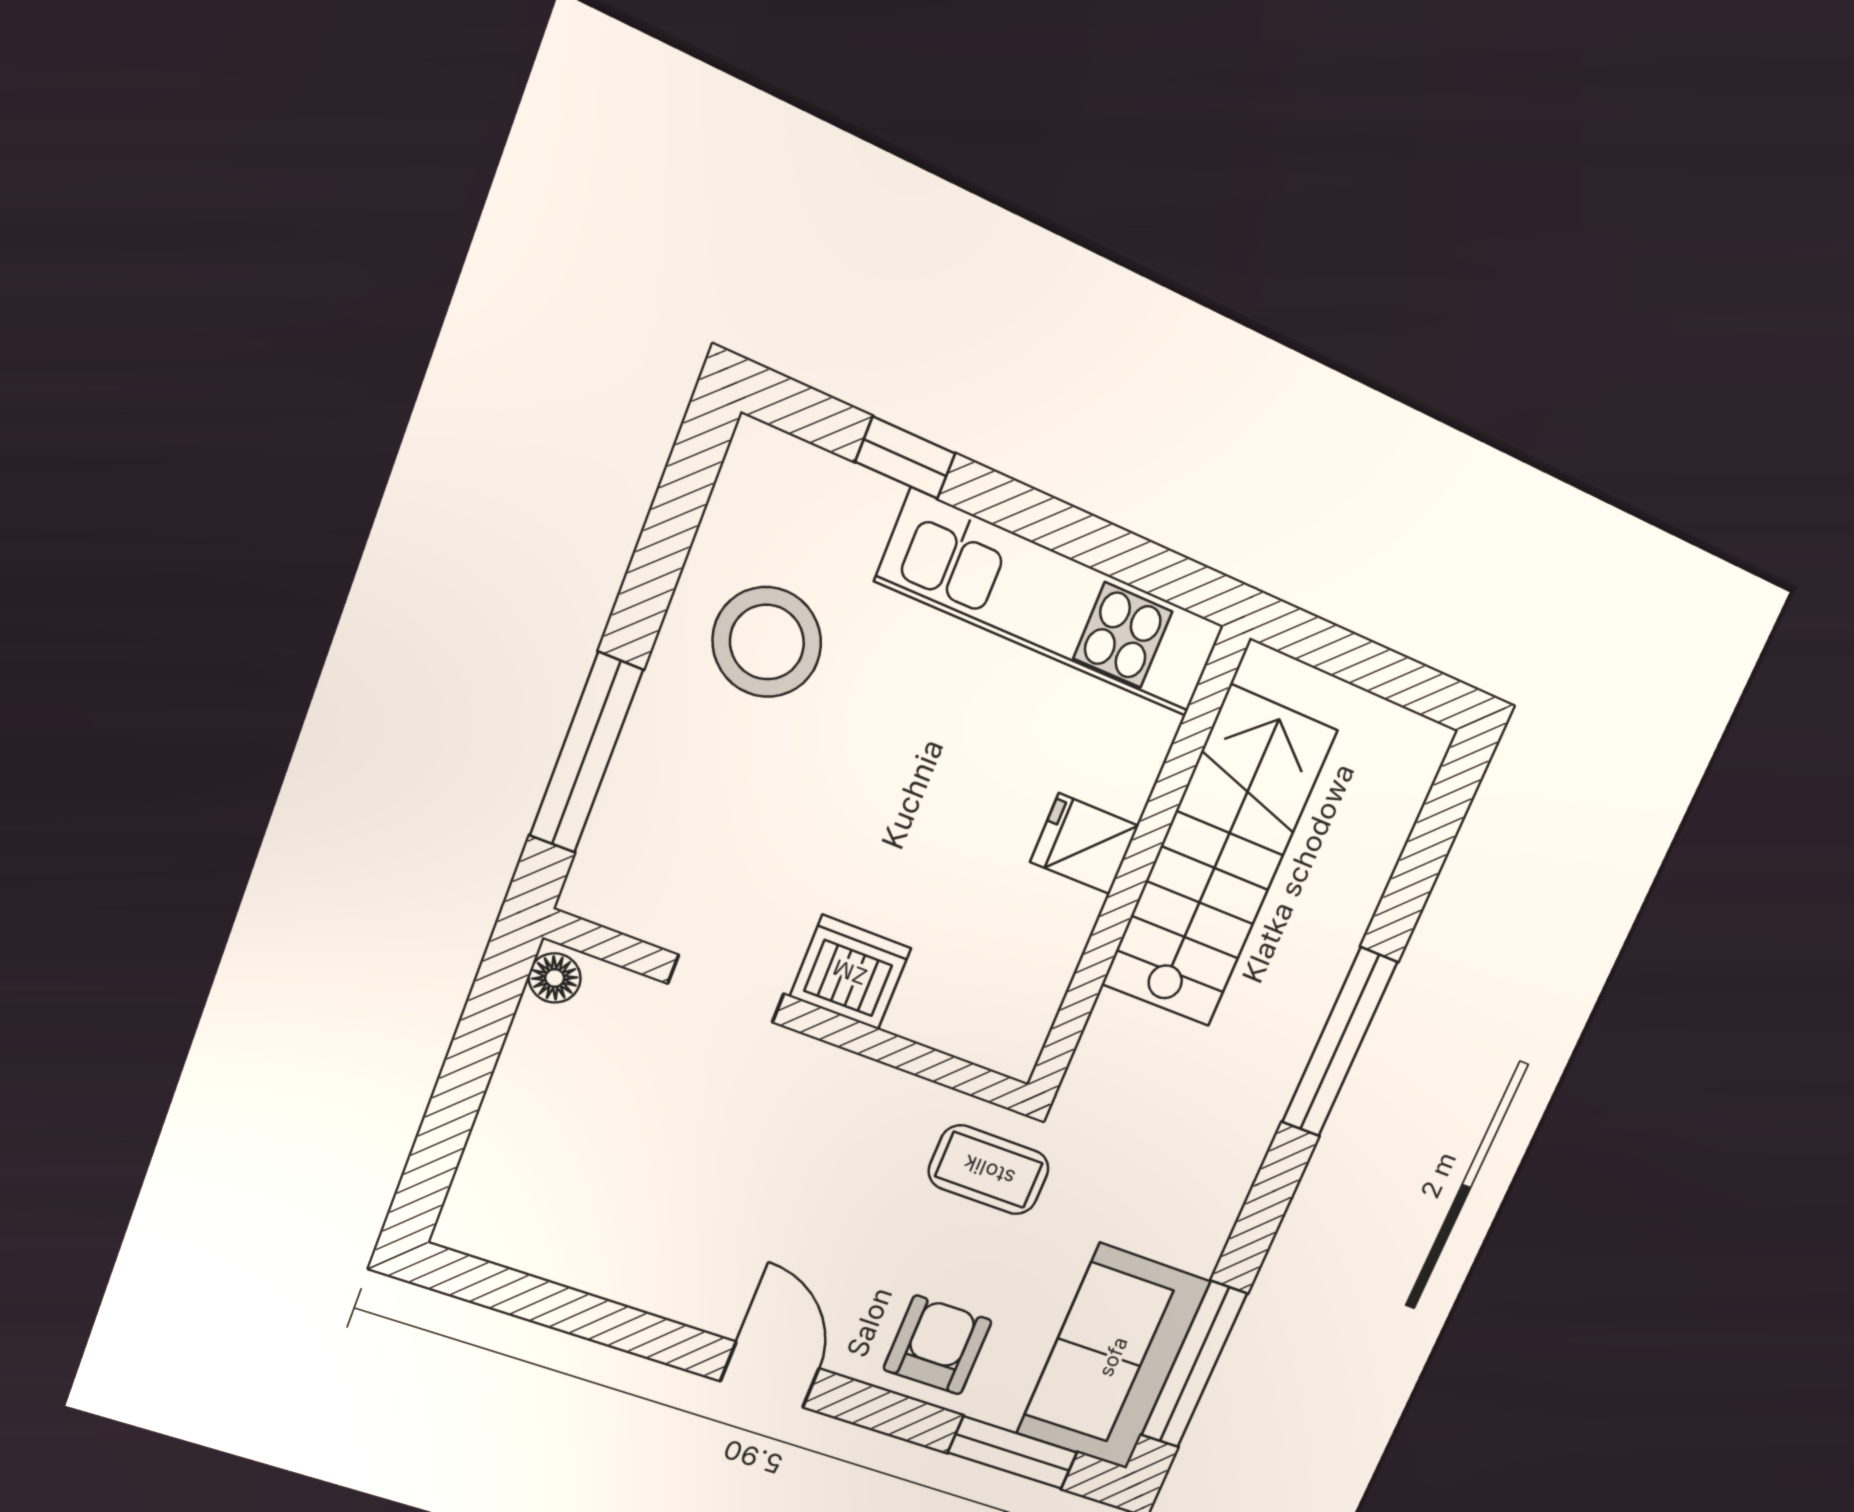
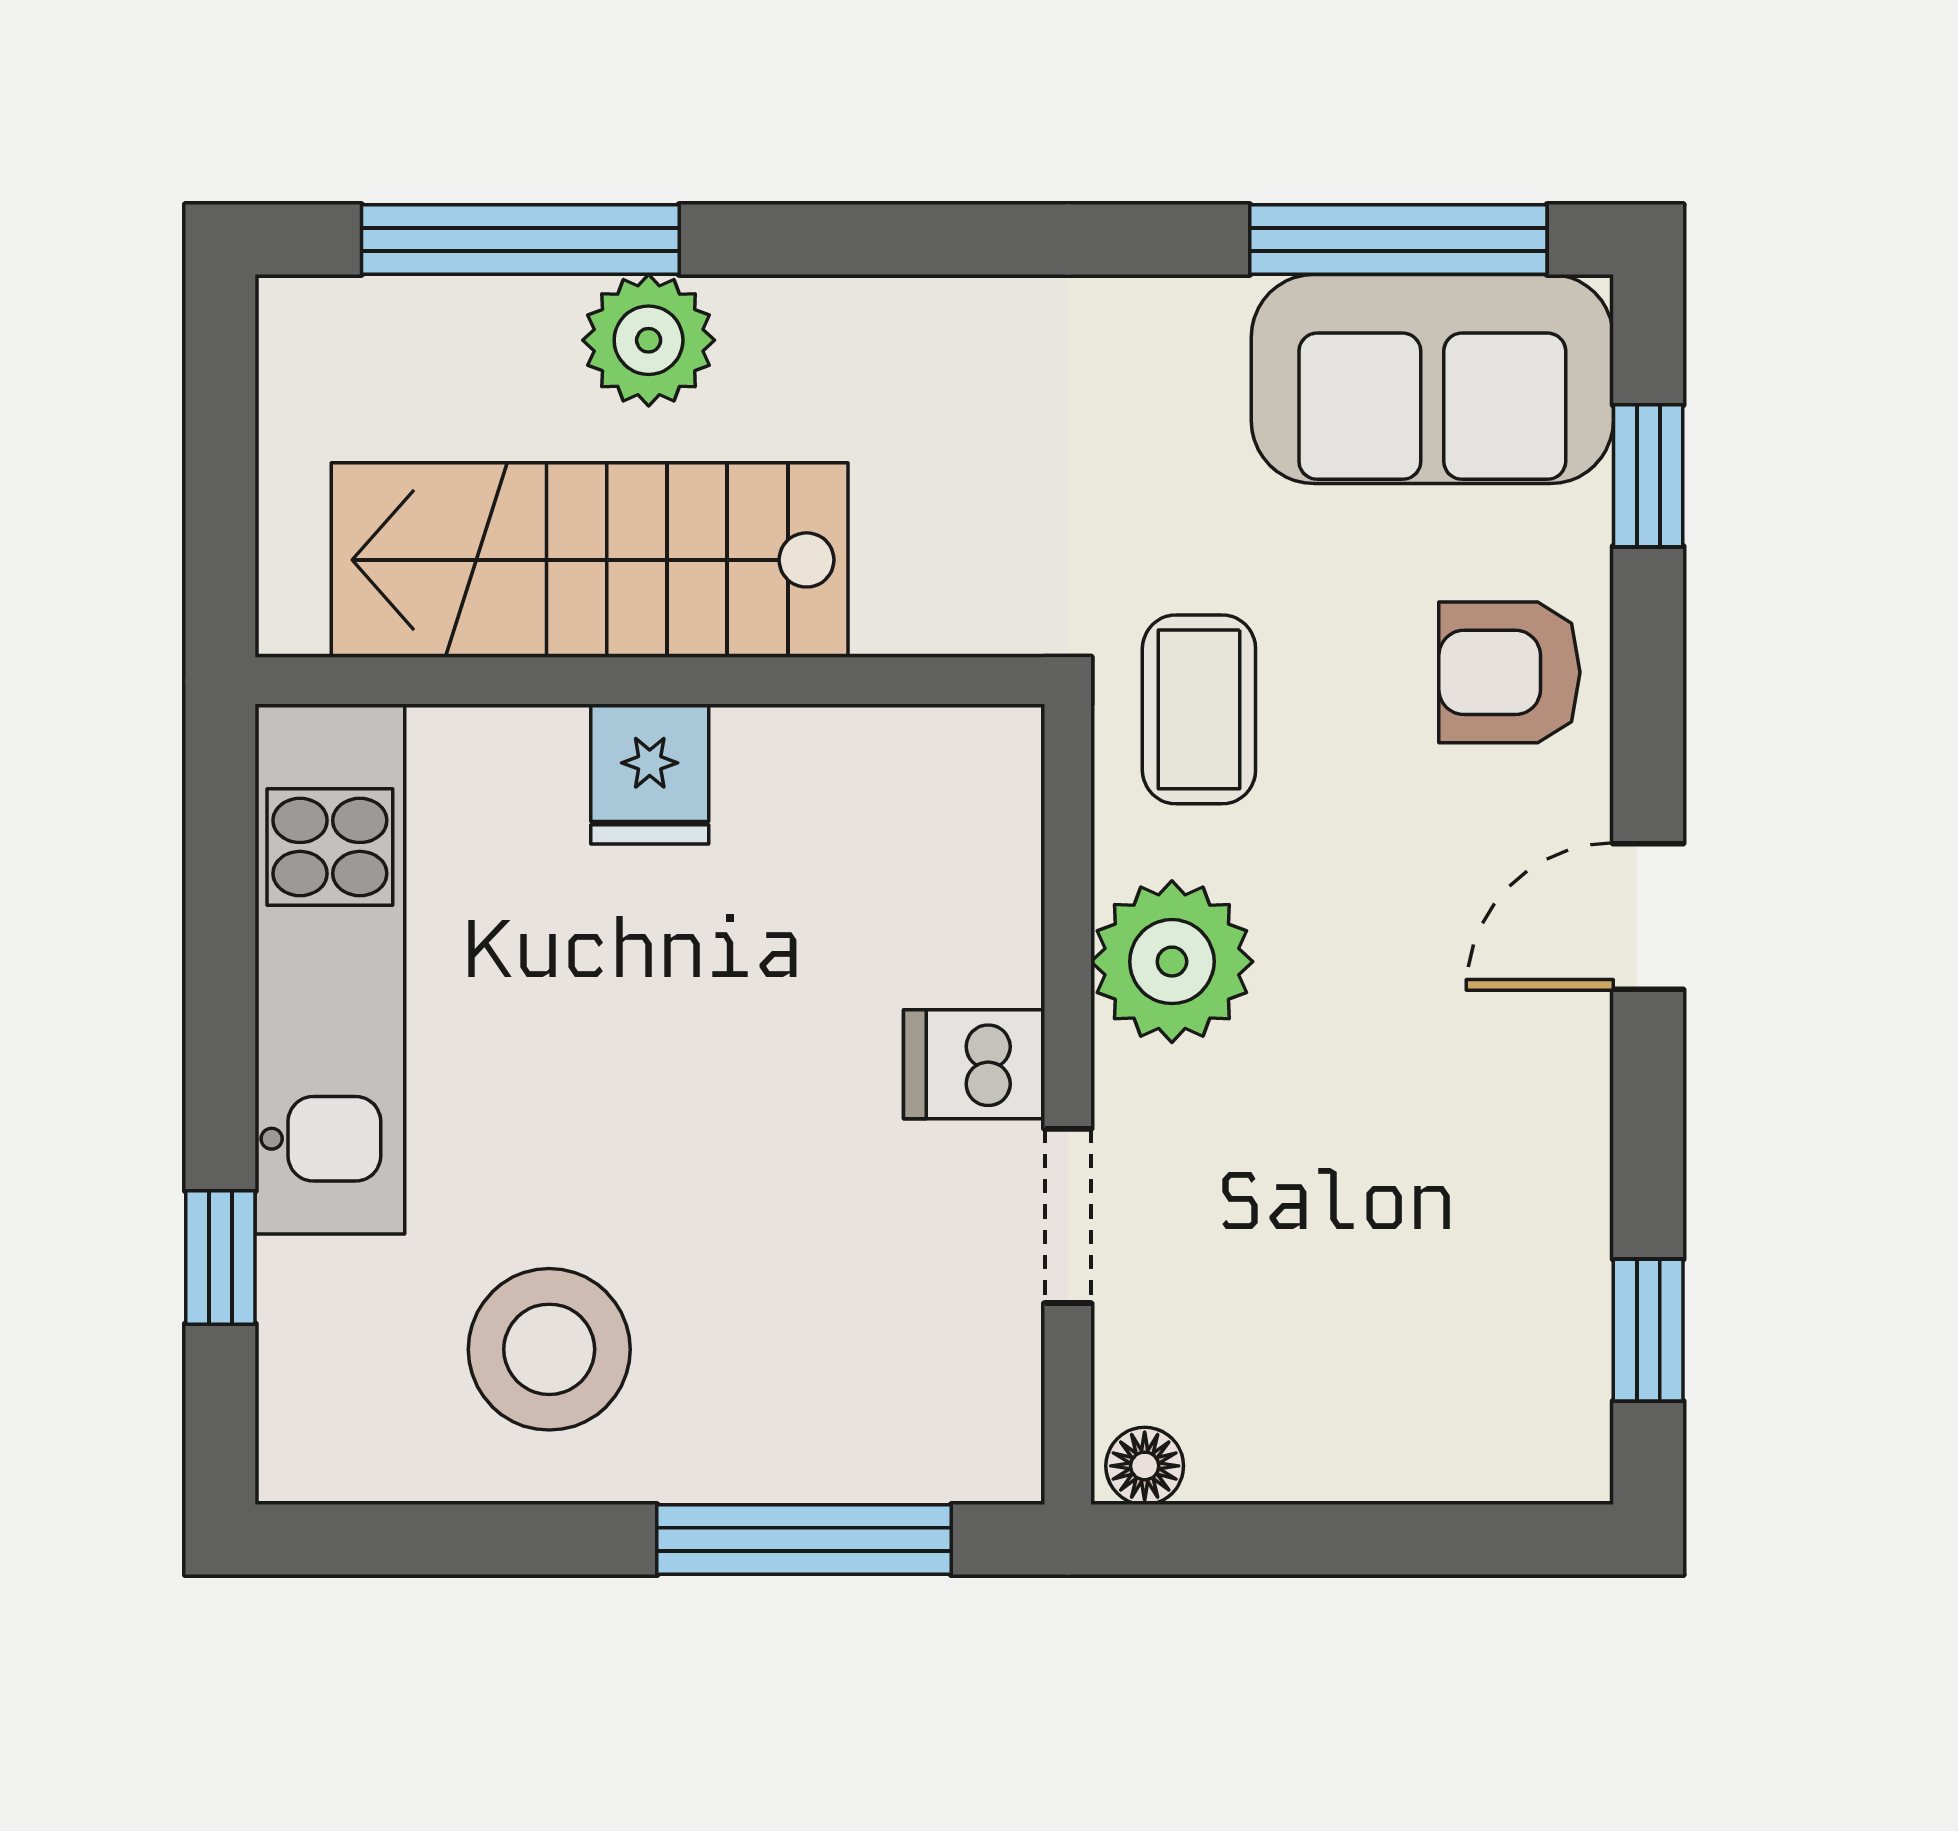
plant: (1323, 940) -> (649, 340), added
dishwasher: (850, 972) -> (974, 1064), width x0.73
window: (1340, 1042) -> (520, 239), moved
plant: (852, 1103) -> (1172, 962), added
window: (527, 1297) -> (1648, 1330), added
window: (1013, 1453) -> (1648, 476), width x0.67

